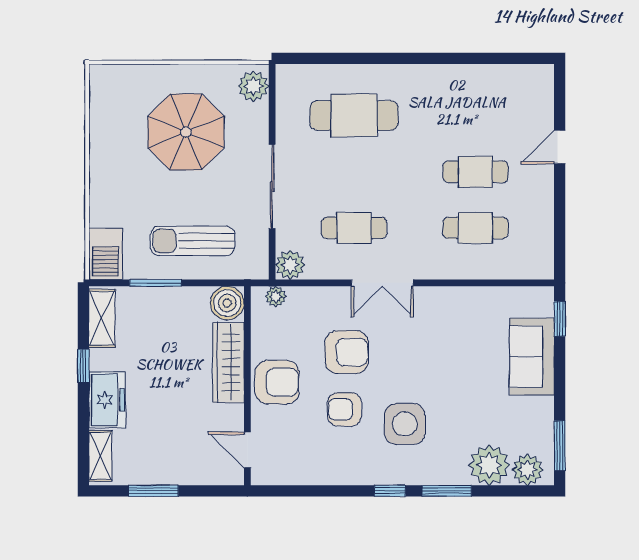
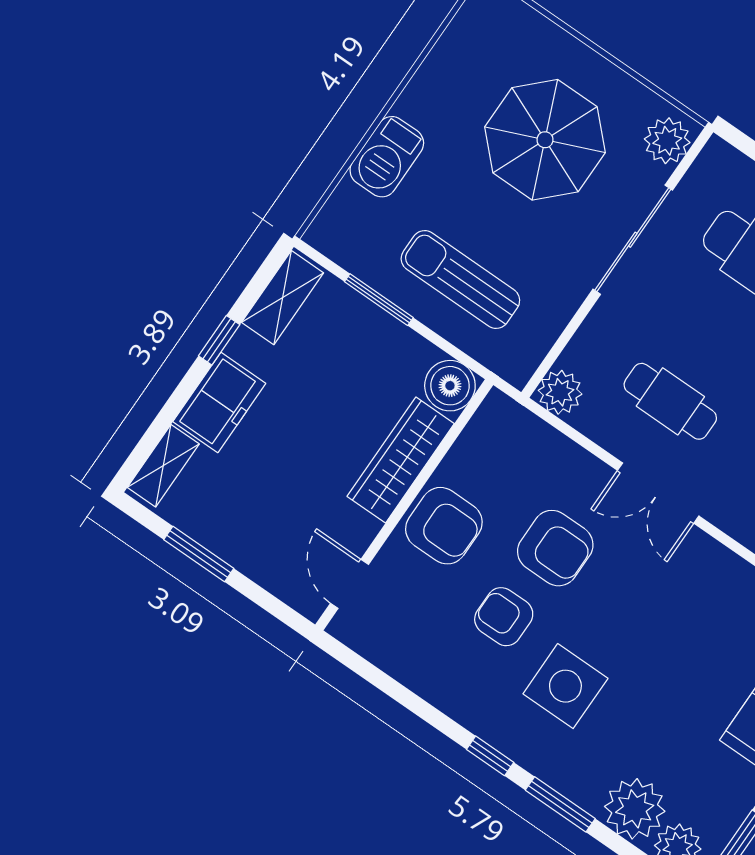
sliding door: (272, 186) -> (633, 240), moved
barbecue: (106, 254) -> (387, 157), moved
plant: (276, 297) -> (515, 419), removed

